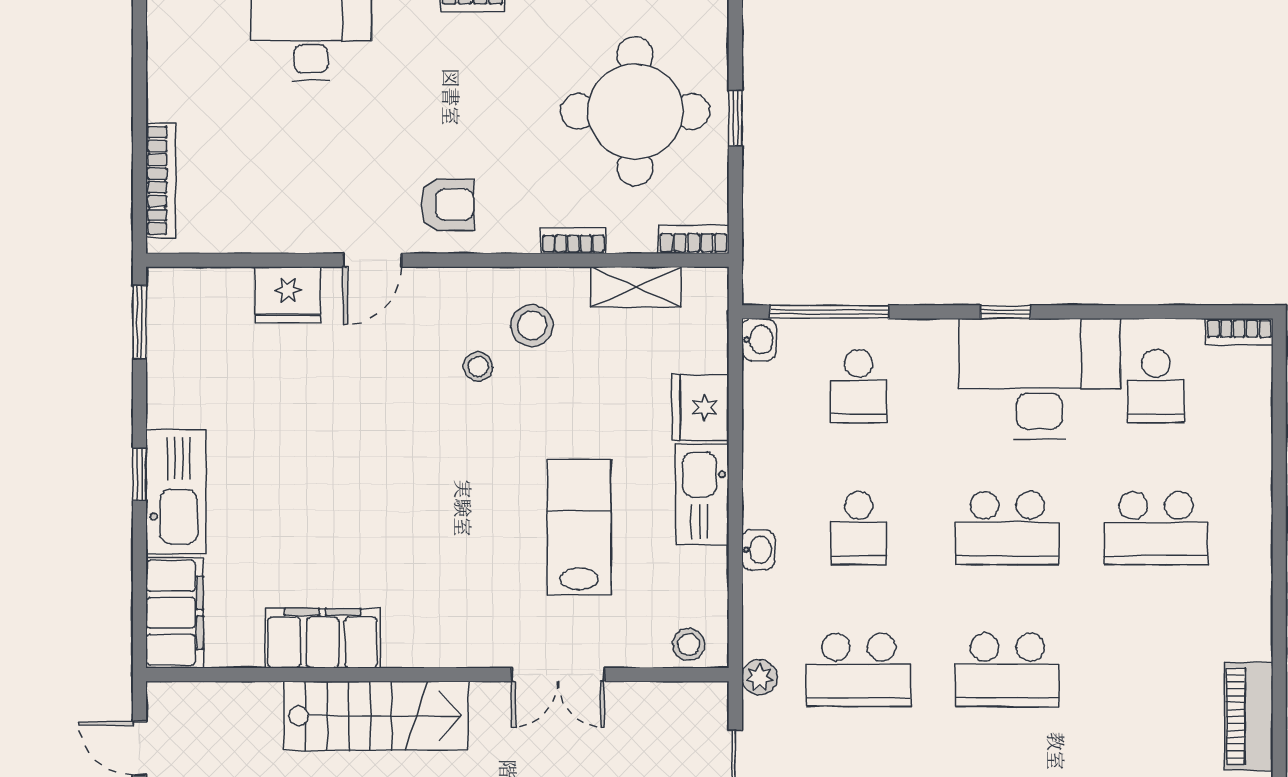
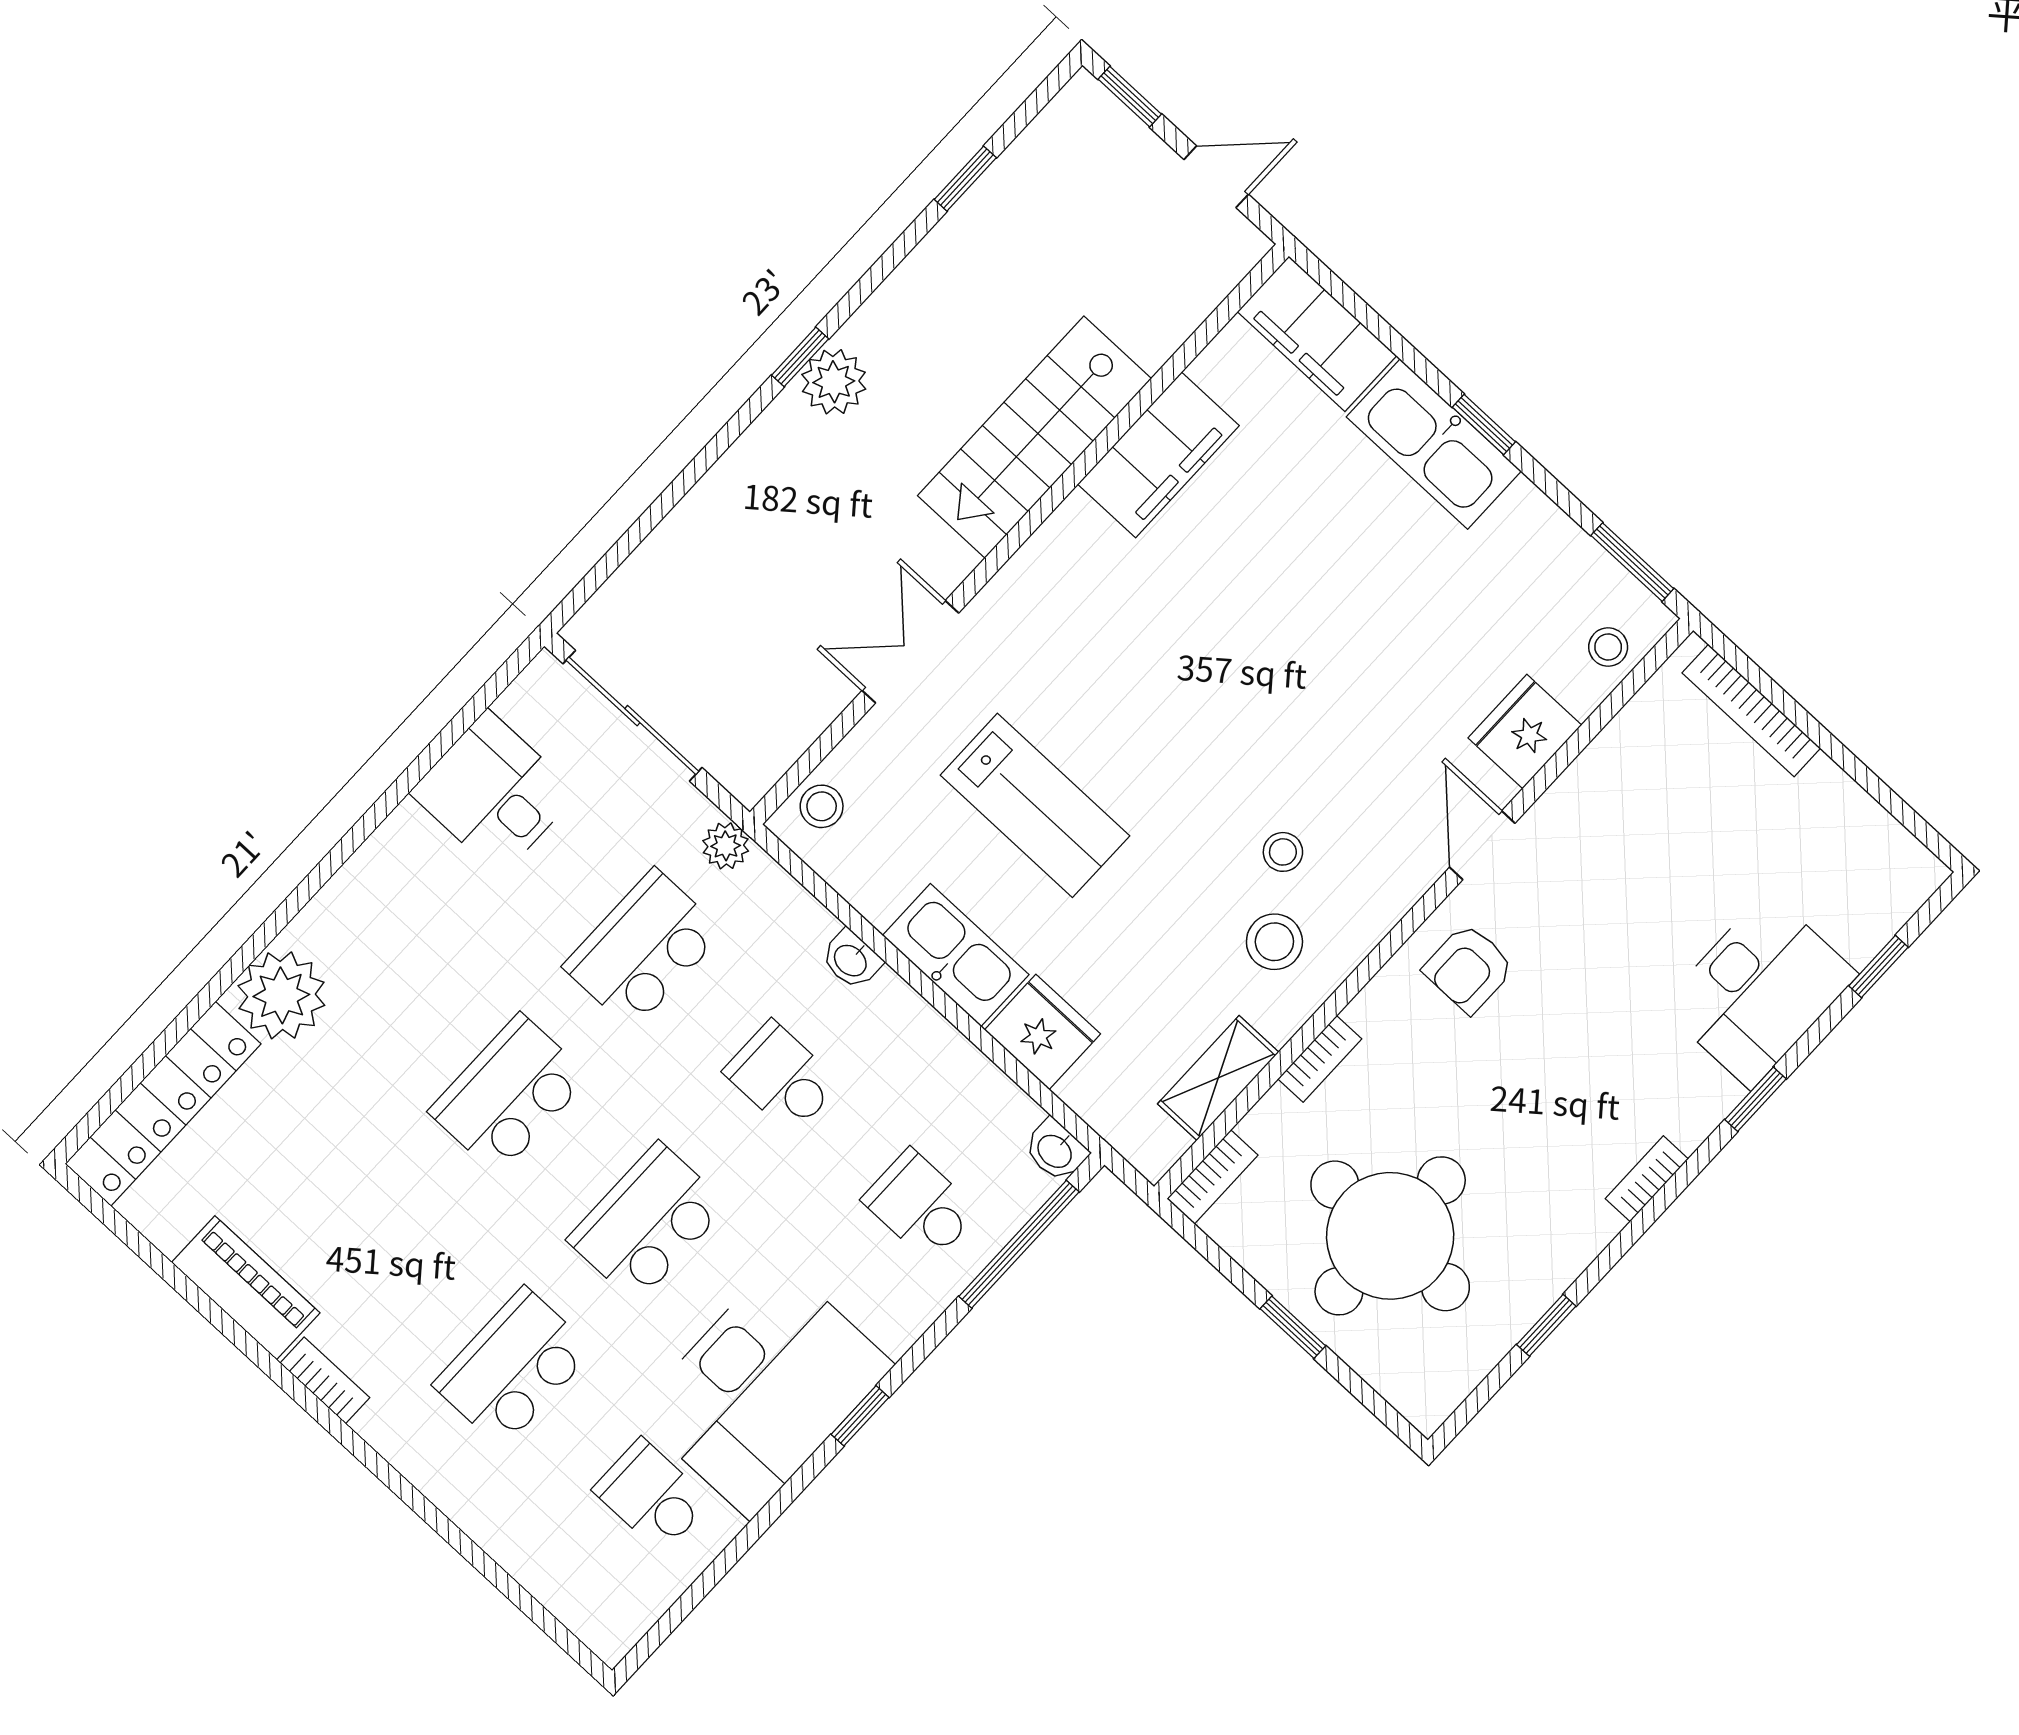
stool: (199, 292) -> (1608, 647), added
bookcase: (1239, 332) -> (325, 1380), moved, turned 90

